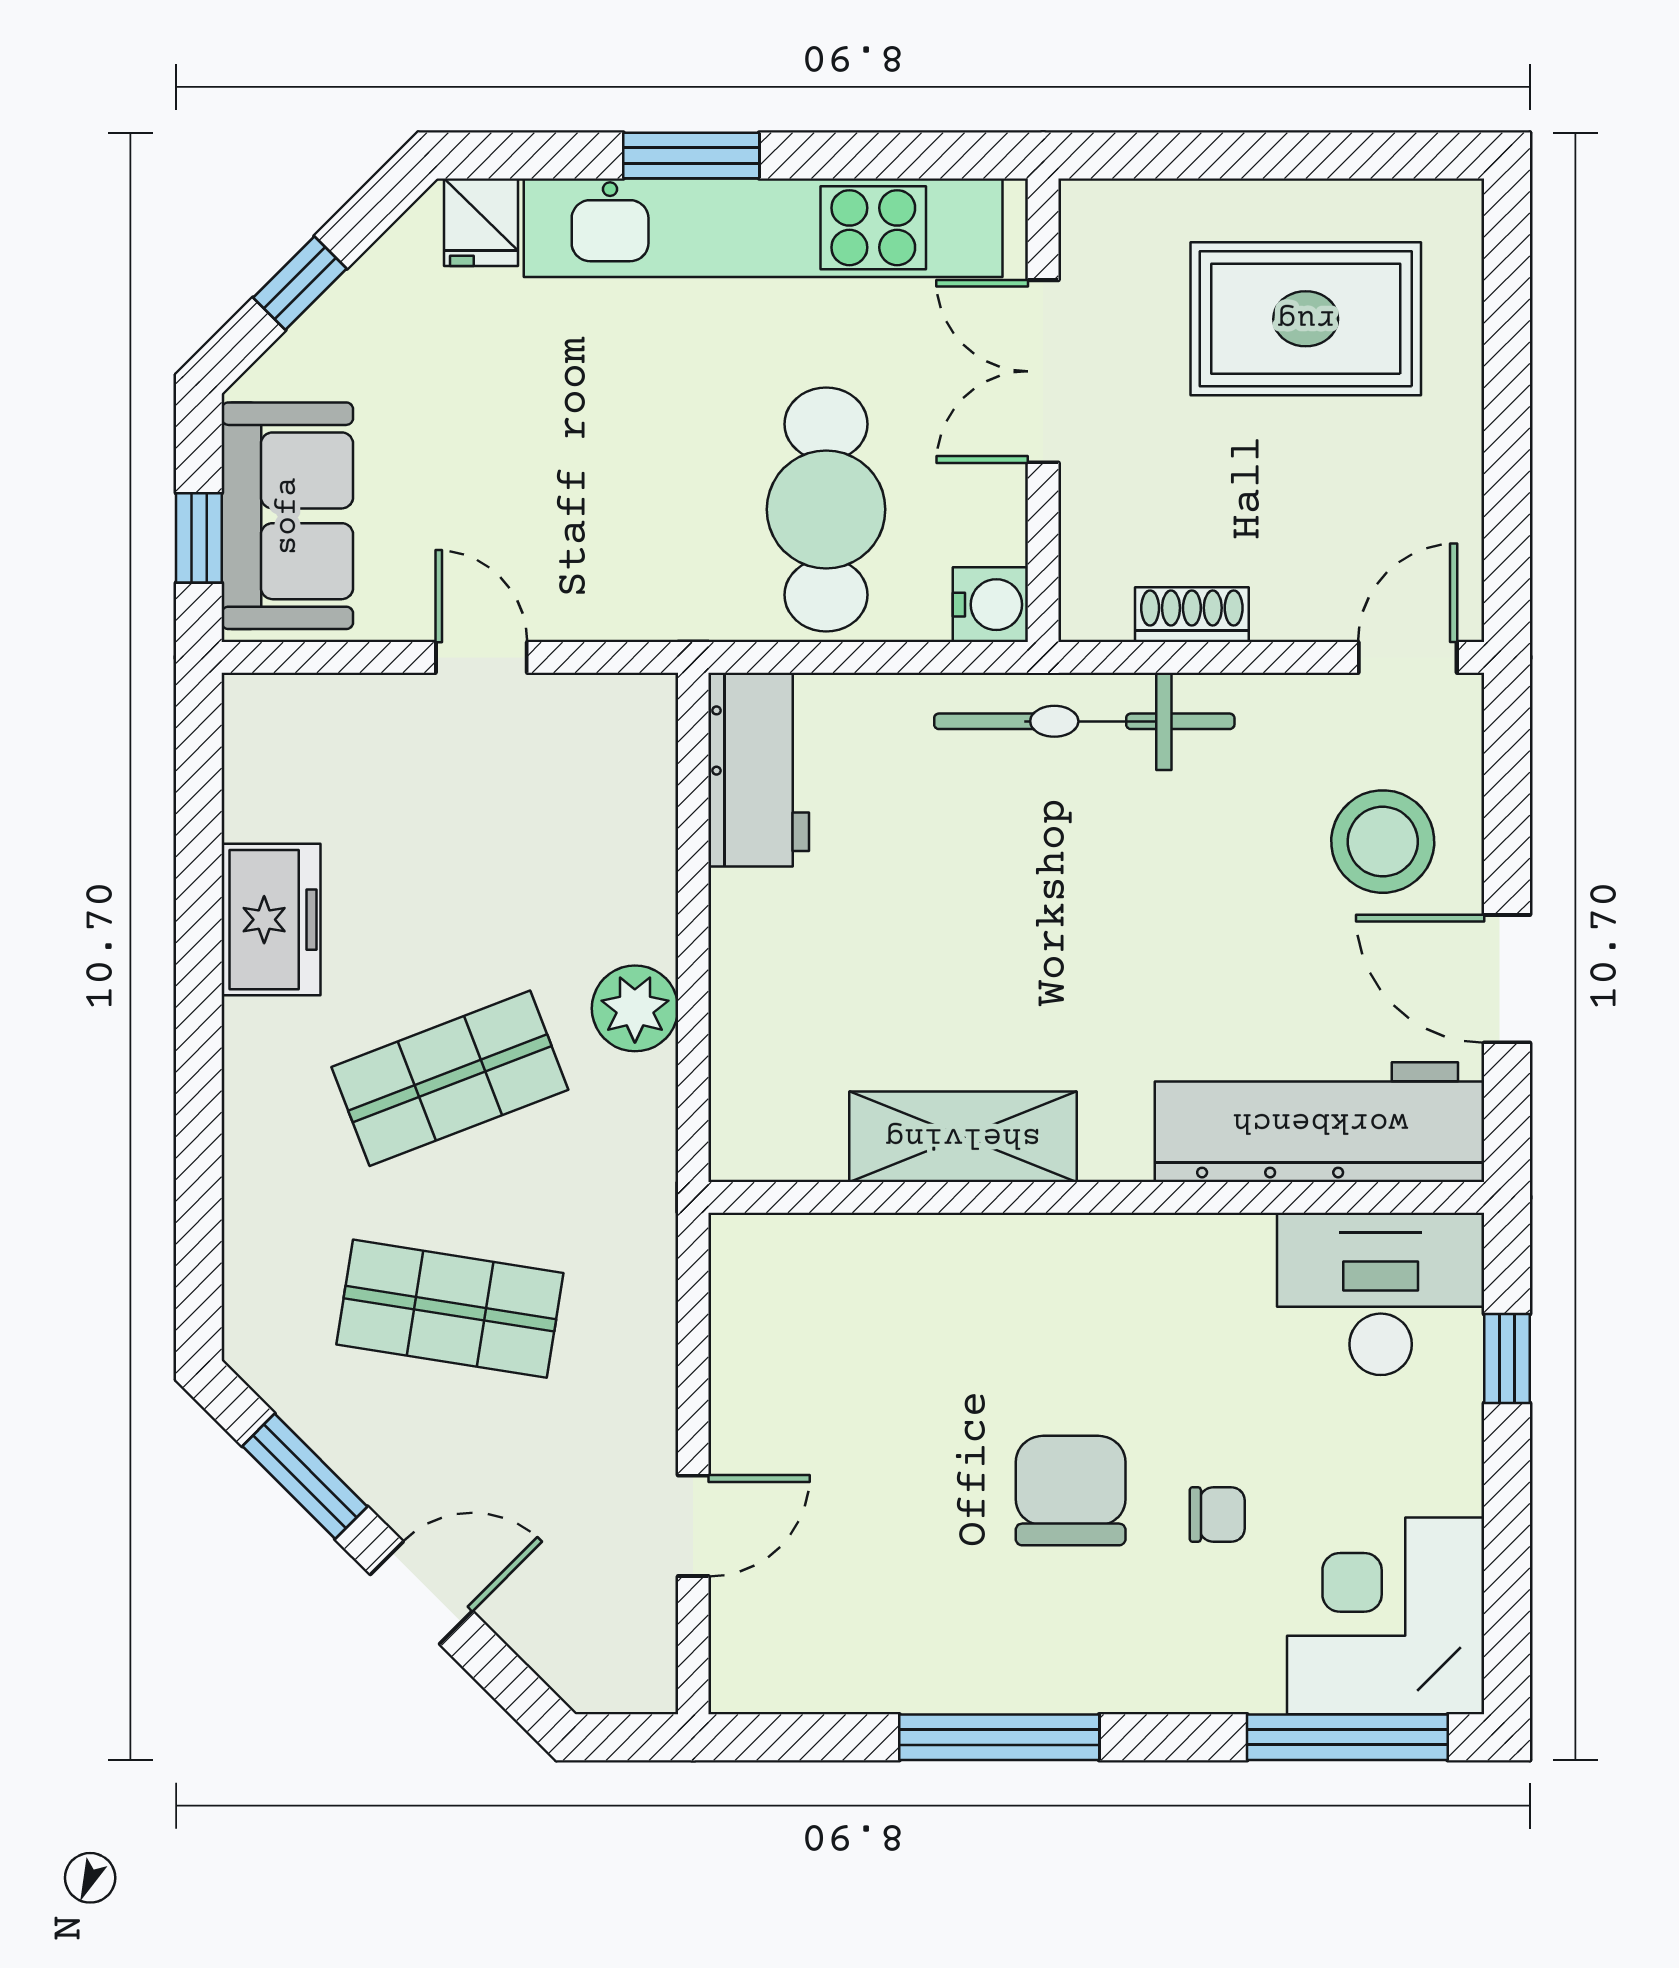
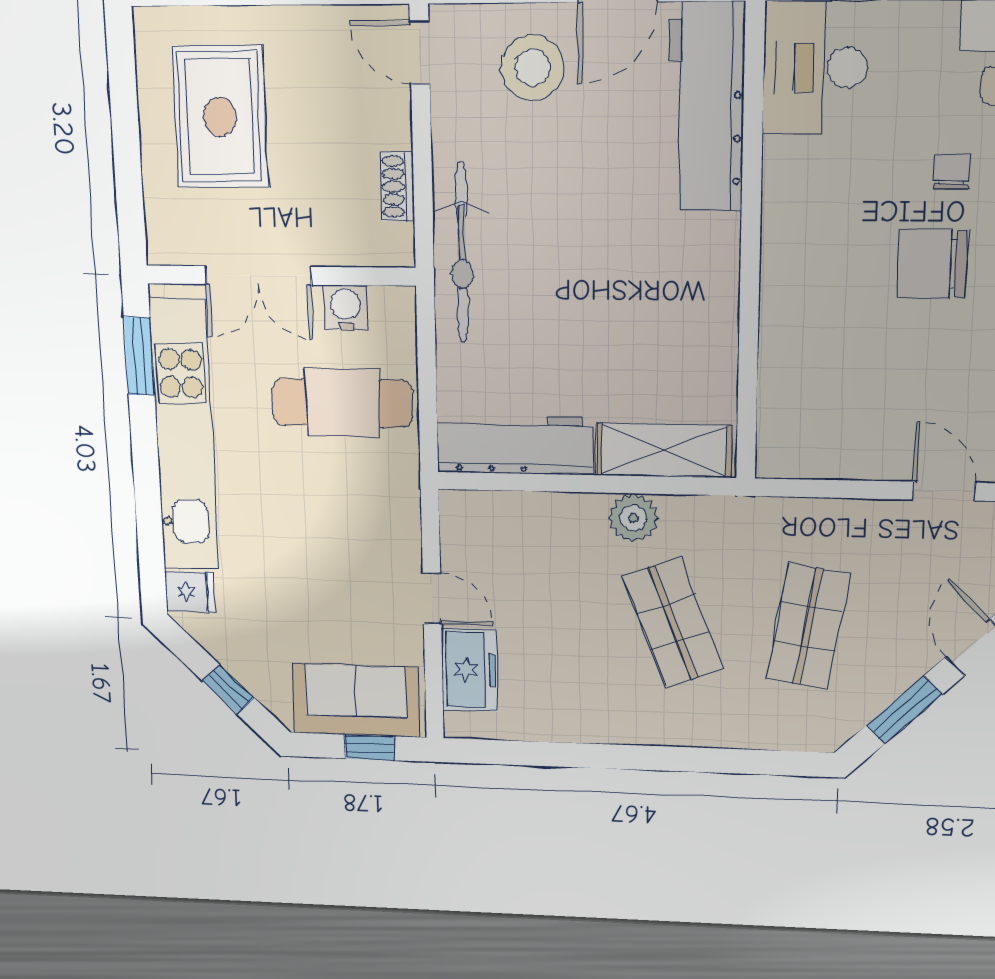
window: (691, 155) -> (139, 356), moved
water cooler: (990, 605) -> (346, 307), moved
door: (481, 657) -> (432, 598), swing flipped
workbench: (759, 770) -> (515, 445), width x1.38
freezer: (271, 920) -> (470, 670), moved, turned 90
shelving: (963, 1137) -> (664, 450), moved, turned 90

